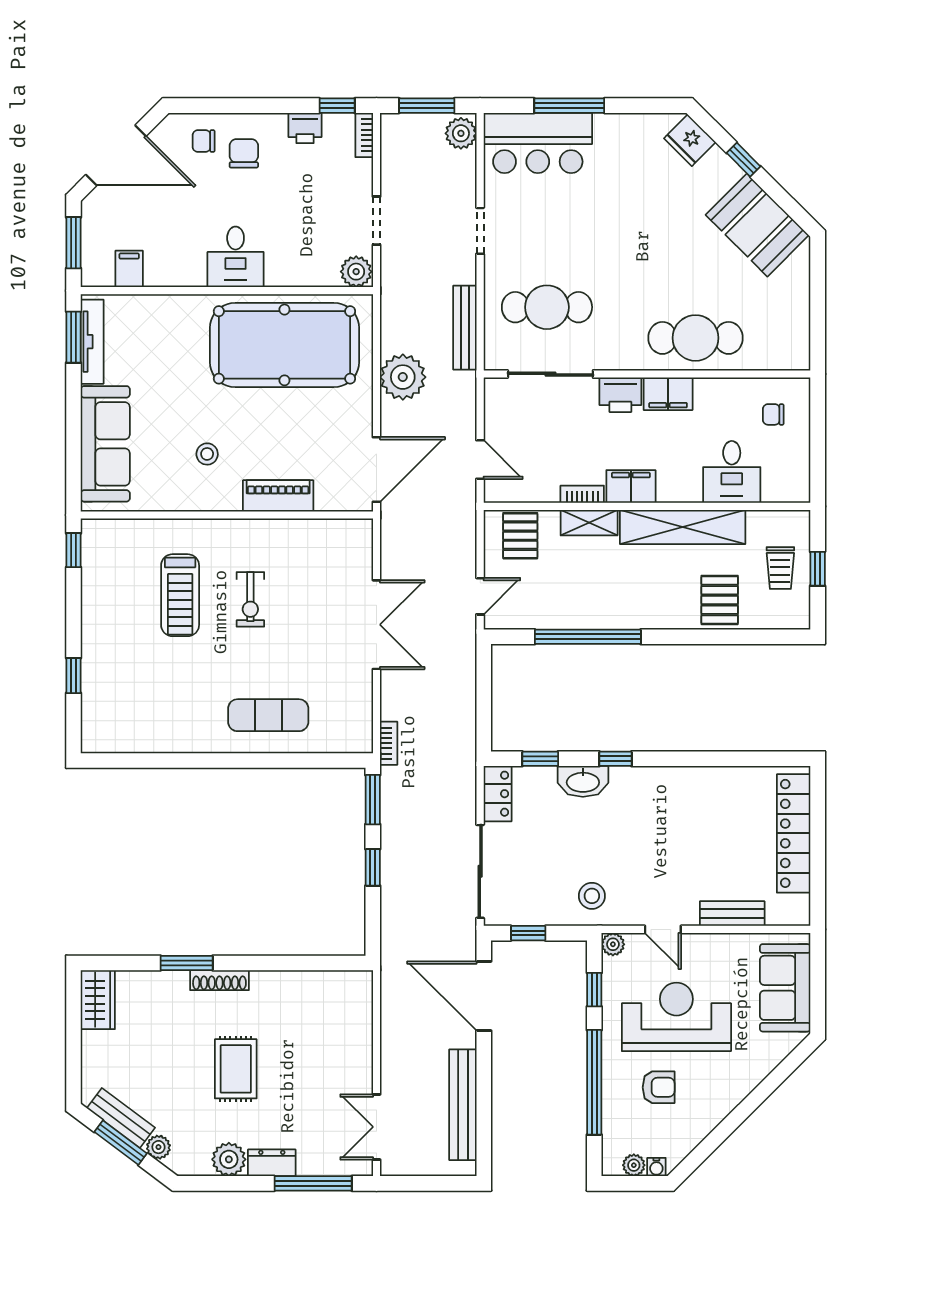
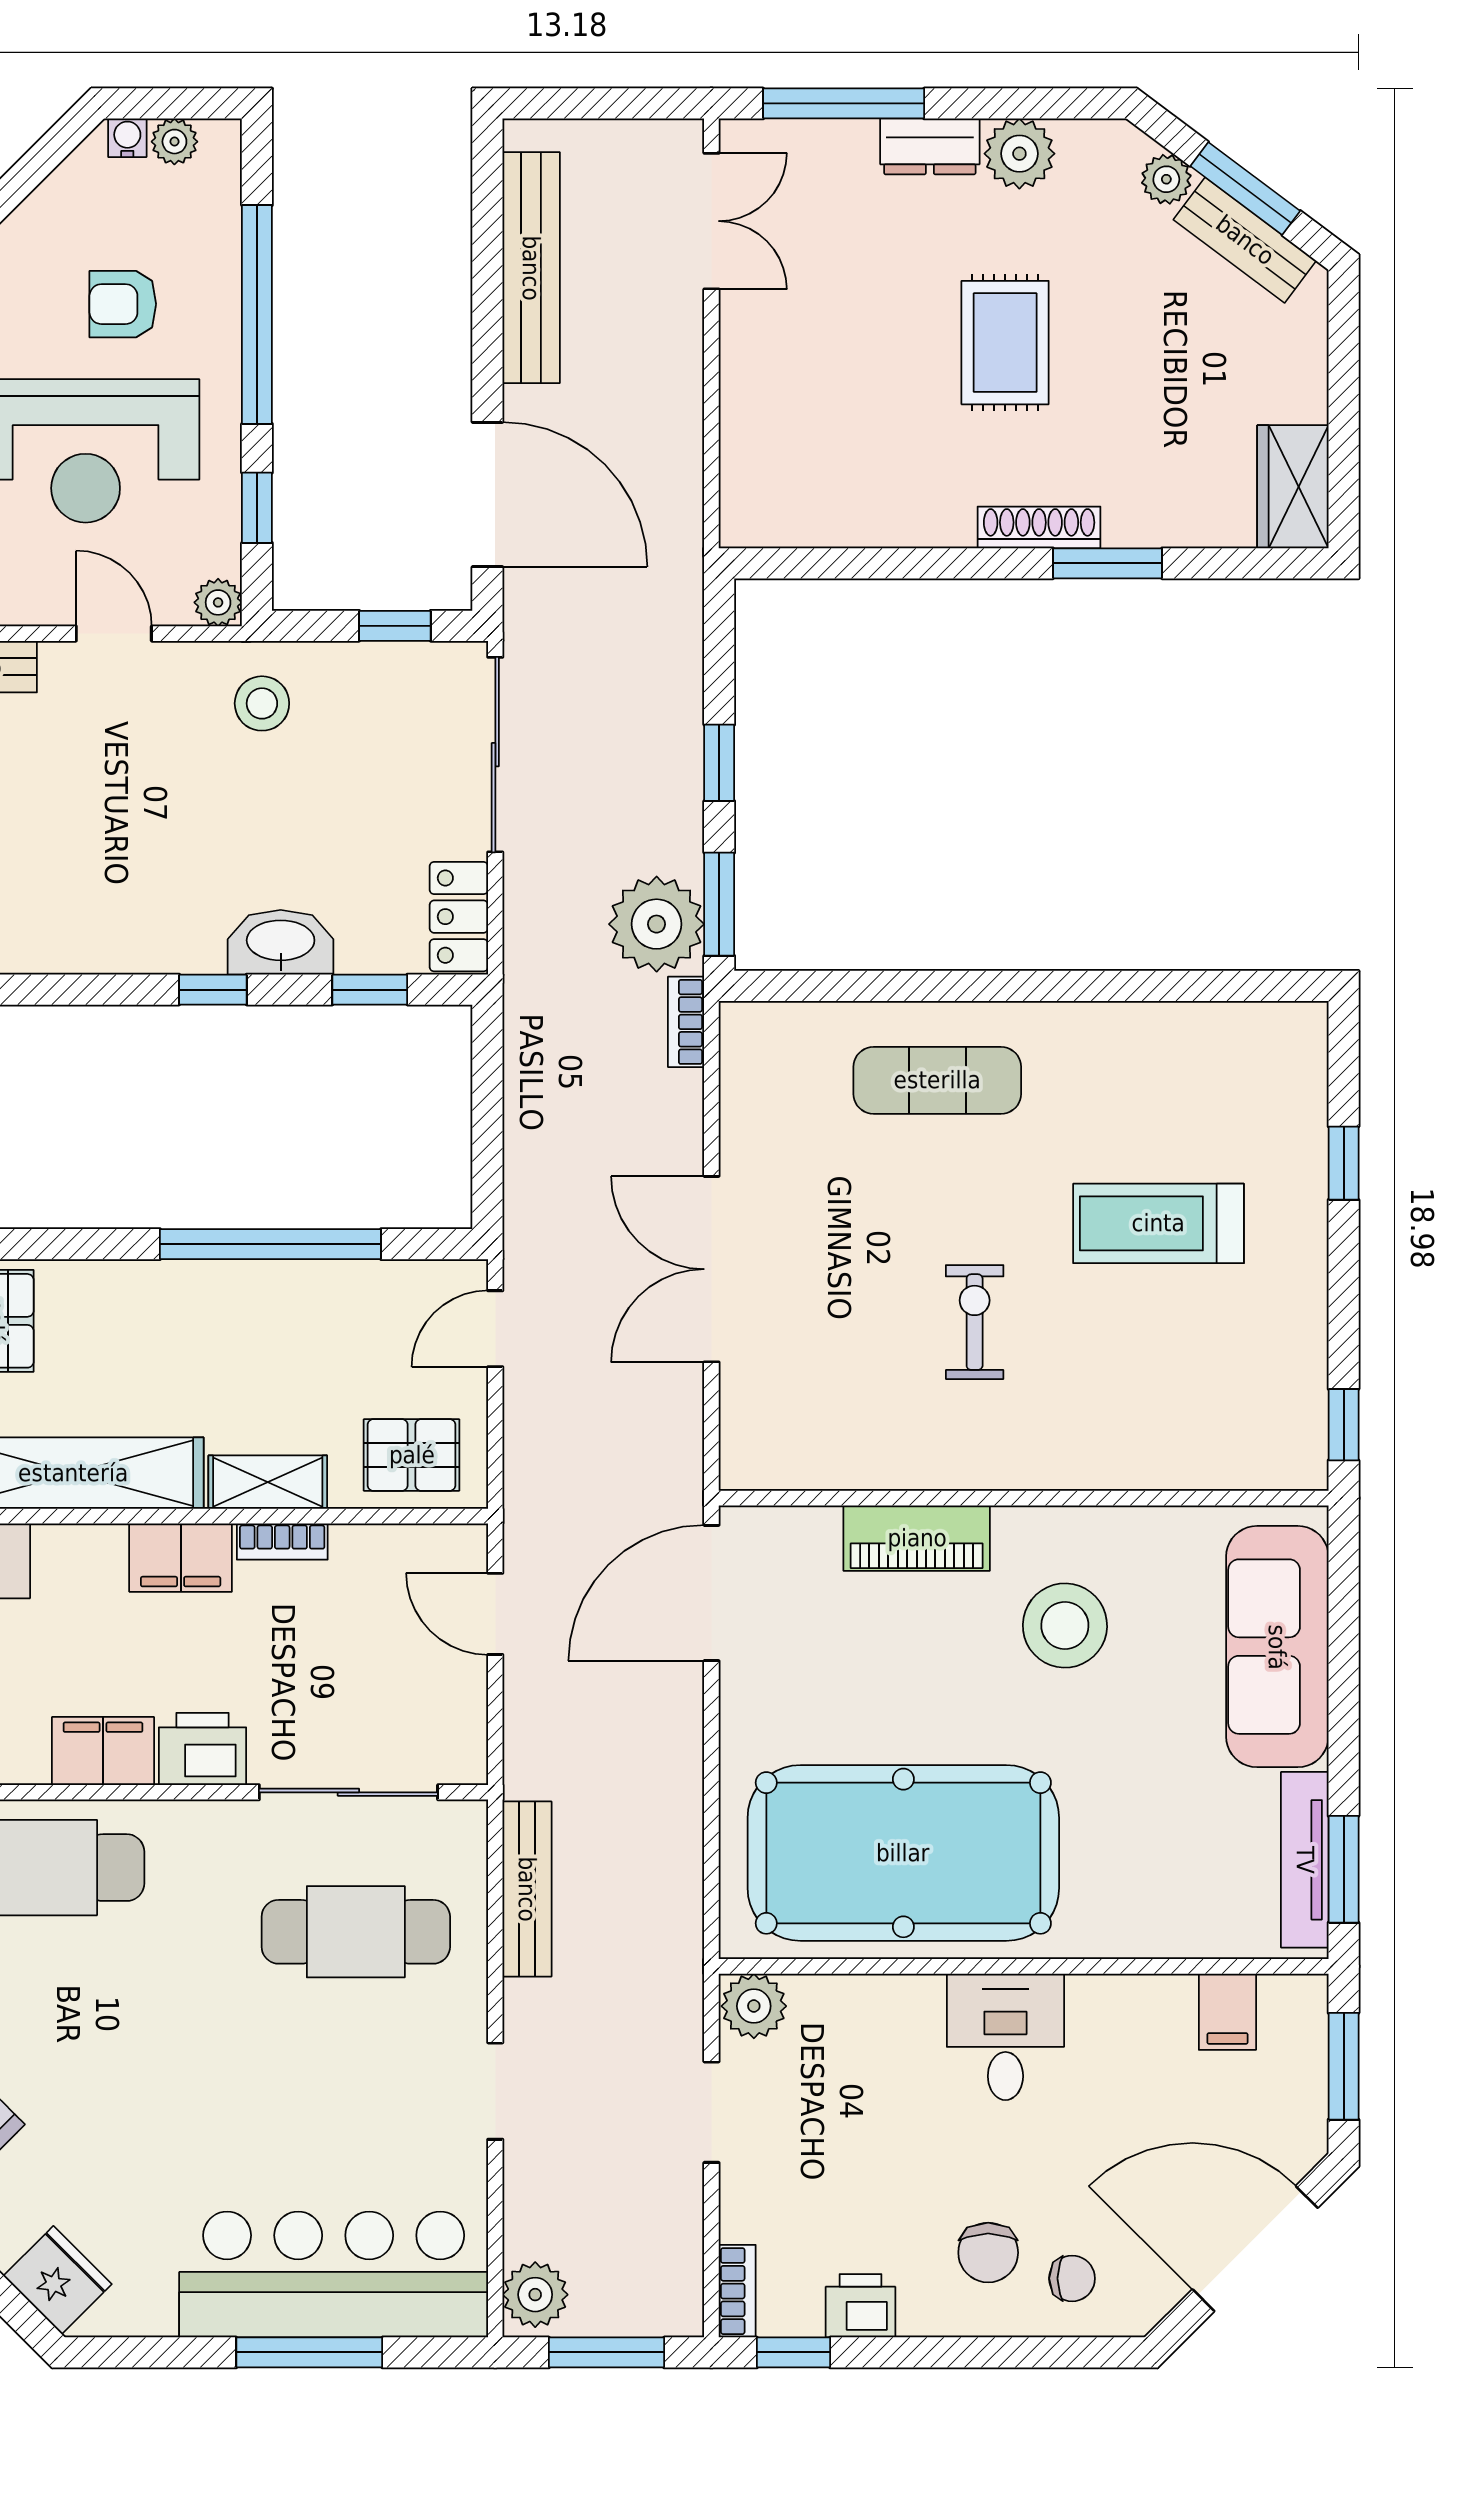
bar counter: (538, 143) -> (334, 2274), width x1.36
plant: (403, 377) -> (657, 924), moved
stool: (207, 454) -> (1065, 1625), width x1.89, depth x1.89
pallet: (520, 536) -> (412, 1455), turned 90
treadmill: (180, 595) -> (1158, 1223), moved, turned -90

